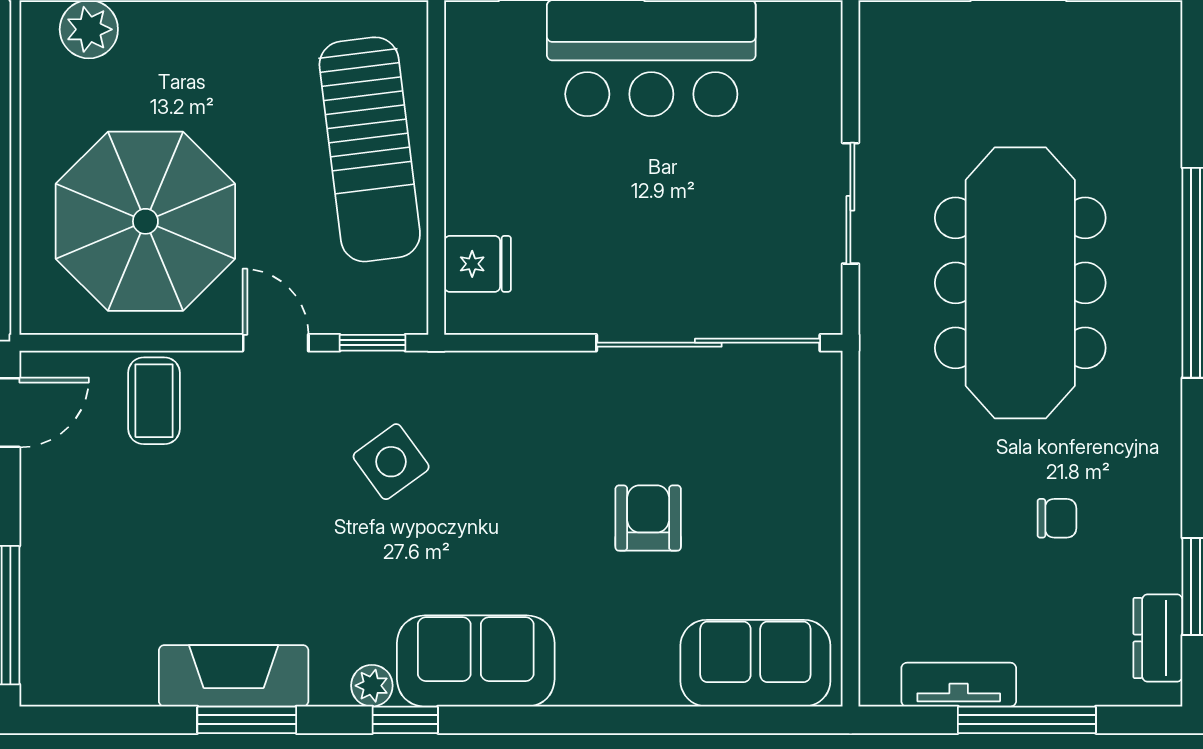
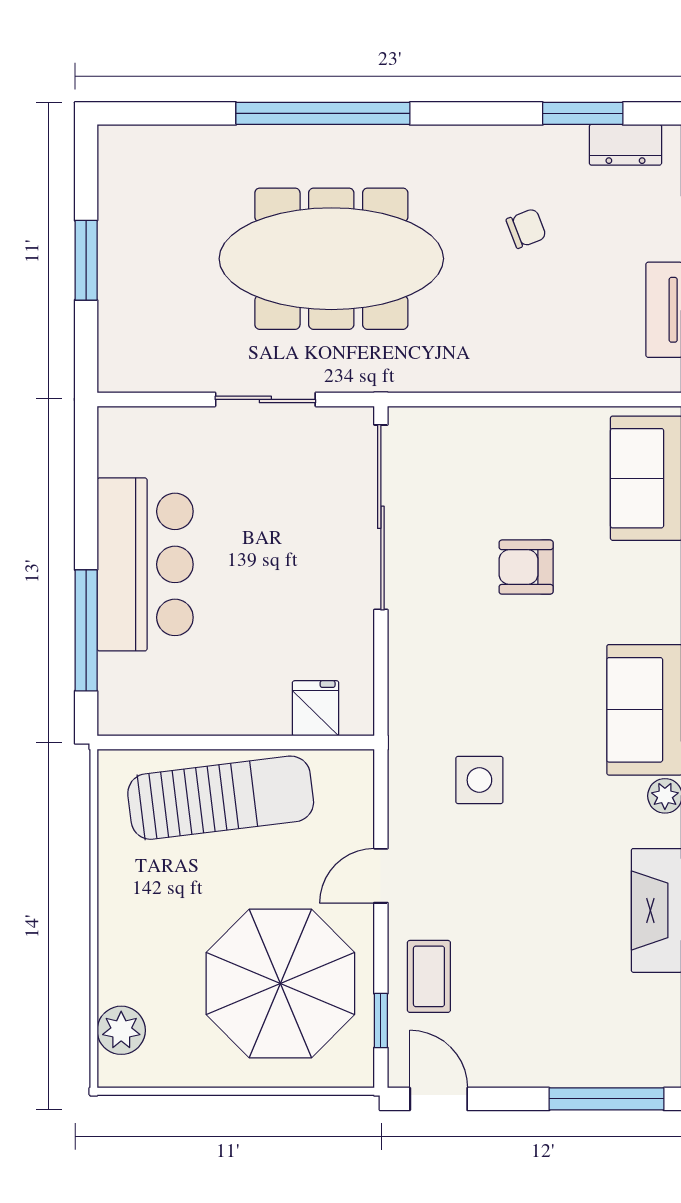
window: (373, 343) -> (381, 1021), moved
coffee table: (154, 401) -> (429, 976), turned 90
side table: (391, 462) -> (479, 780), turned 36
chair: (1057, 518) -> (526, 228), turned 69

